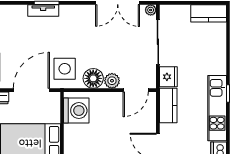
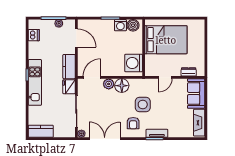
armchair: (77, 25) -> (133, 123), added
side table: (65, 69) -> (143, 104), moved
door: (31, 90) -> (165, 77), width x0.53
kitchen unit: (217, 108) -> (35, 82), moved

